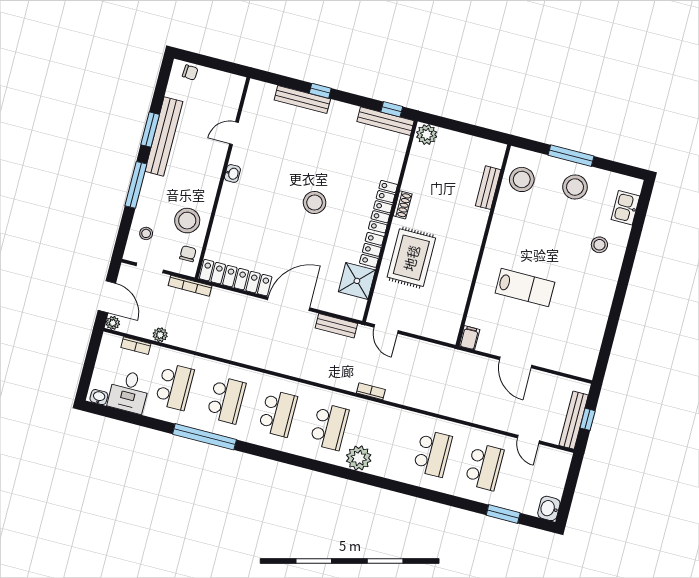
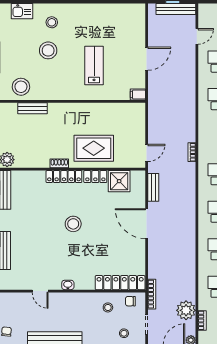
stool: (575, 187) -> (48, 50), moved
stool: (187, 221) -> (108, 307), width x0.53, depth x0.53
locker: (236, 278) -> (120, 283), moved, turned 90
plant: (160, 335) -> (186, 310), width x1.87, depth x1.87

